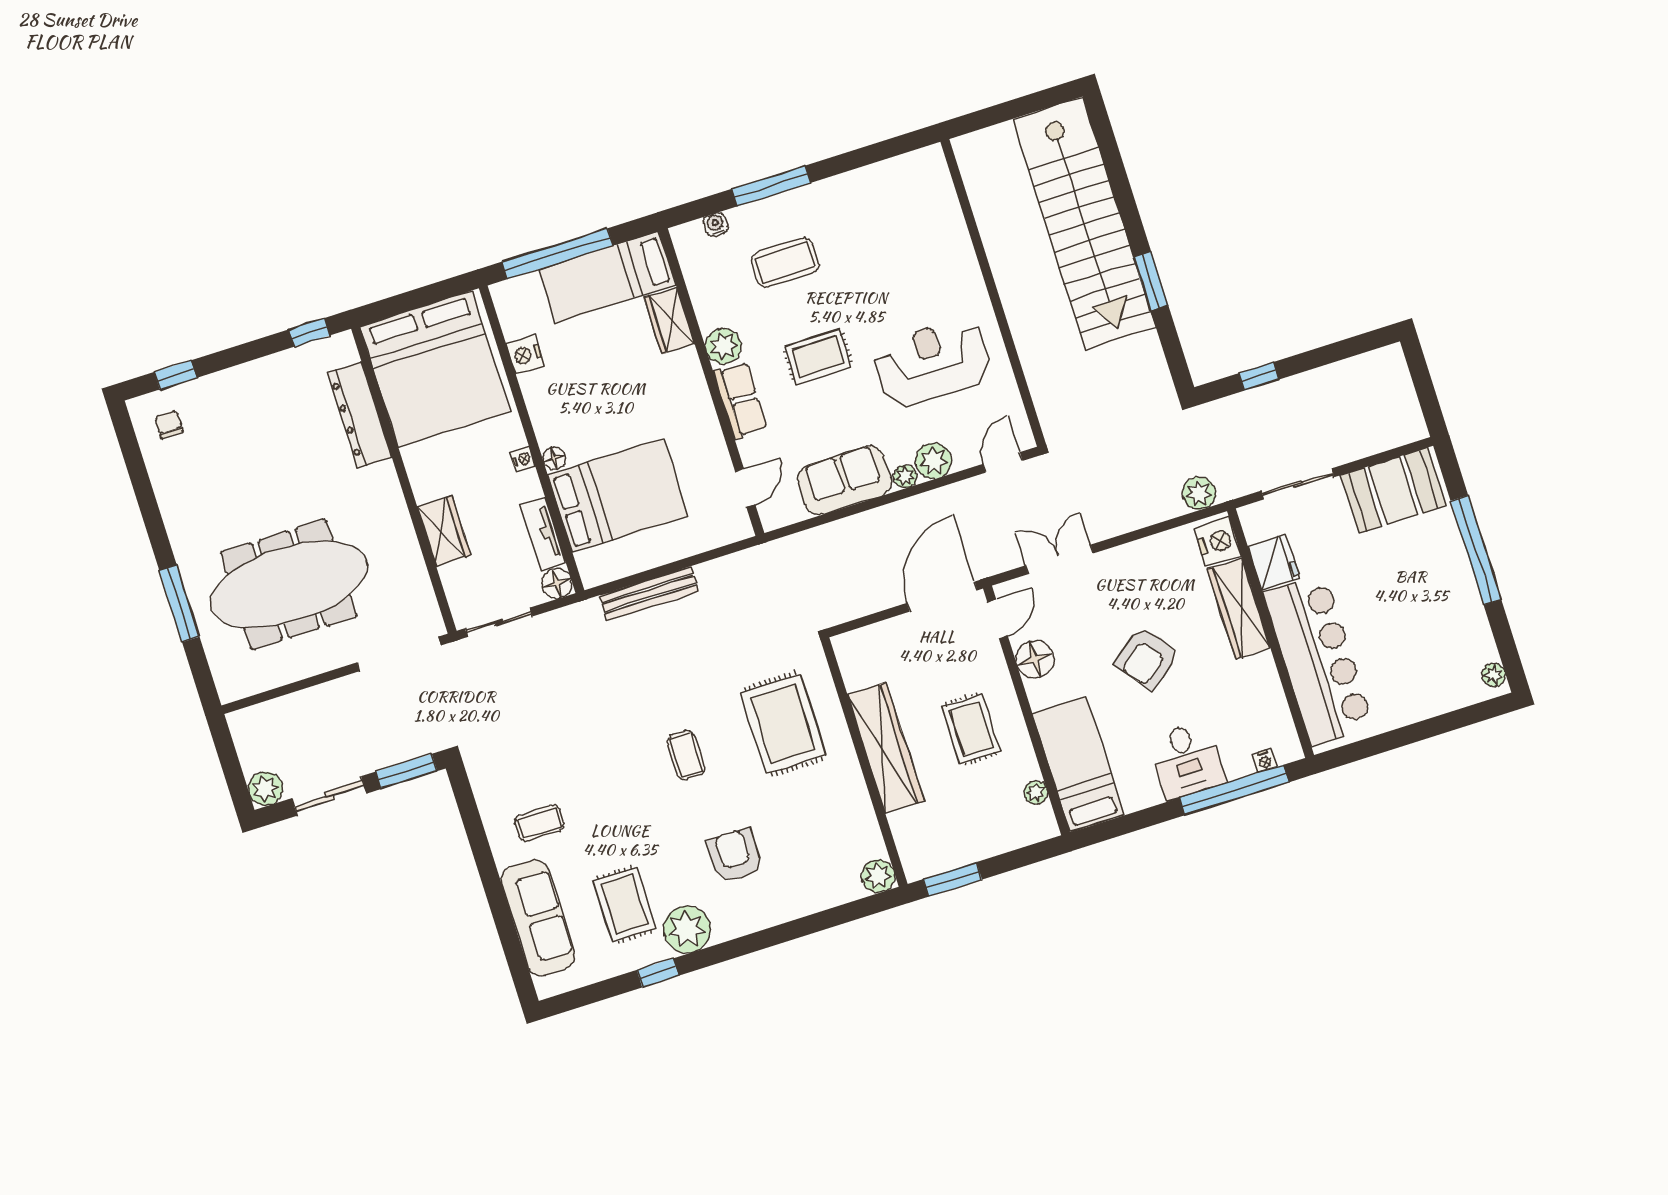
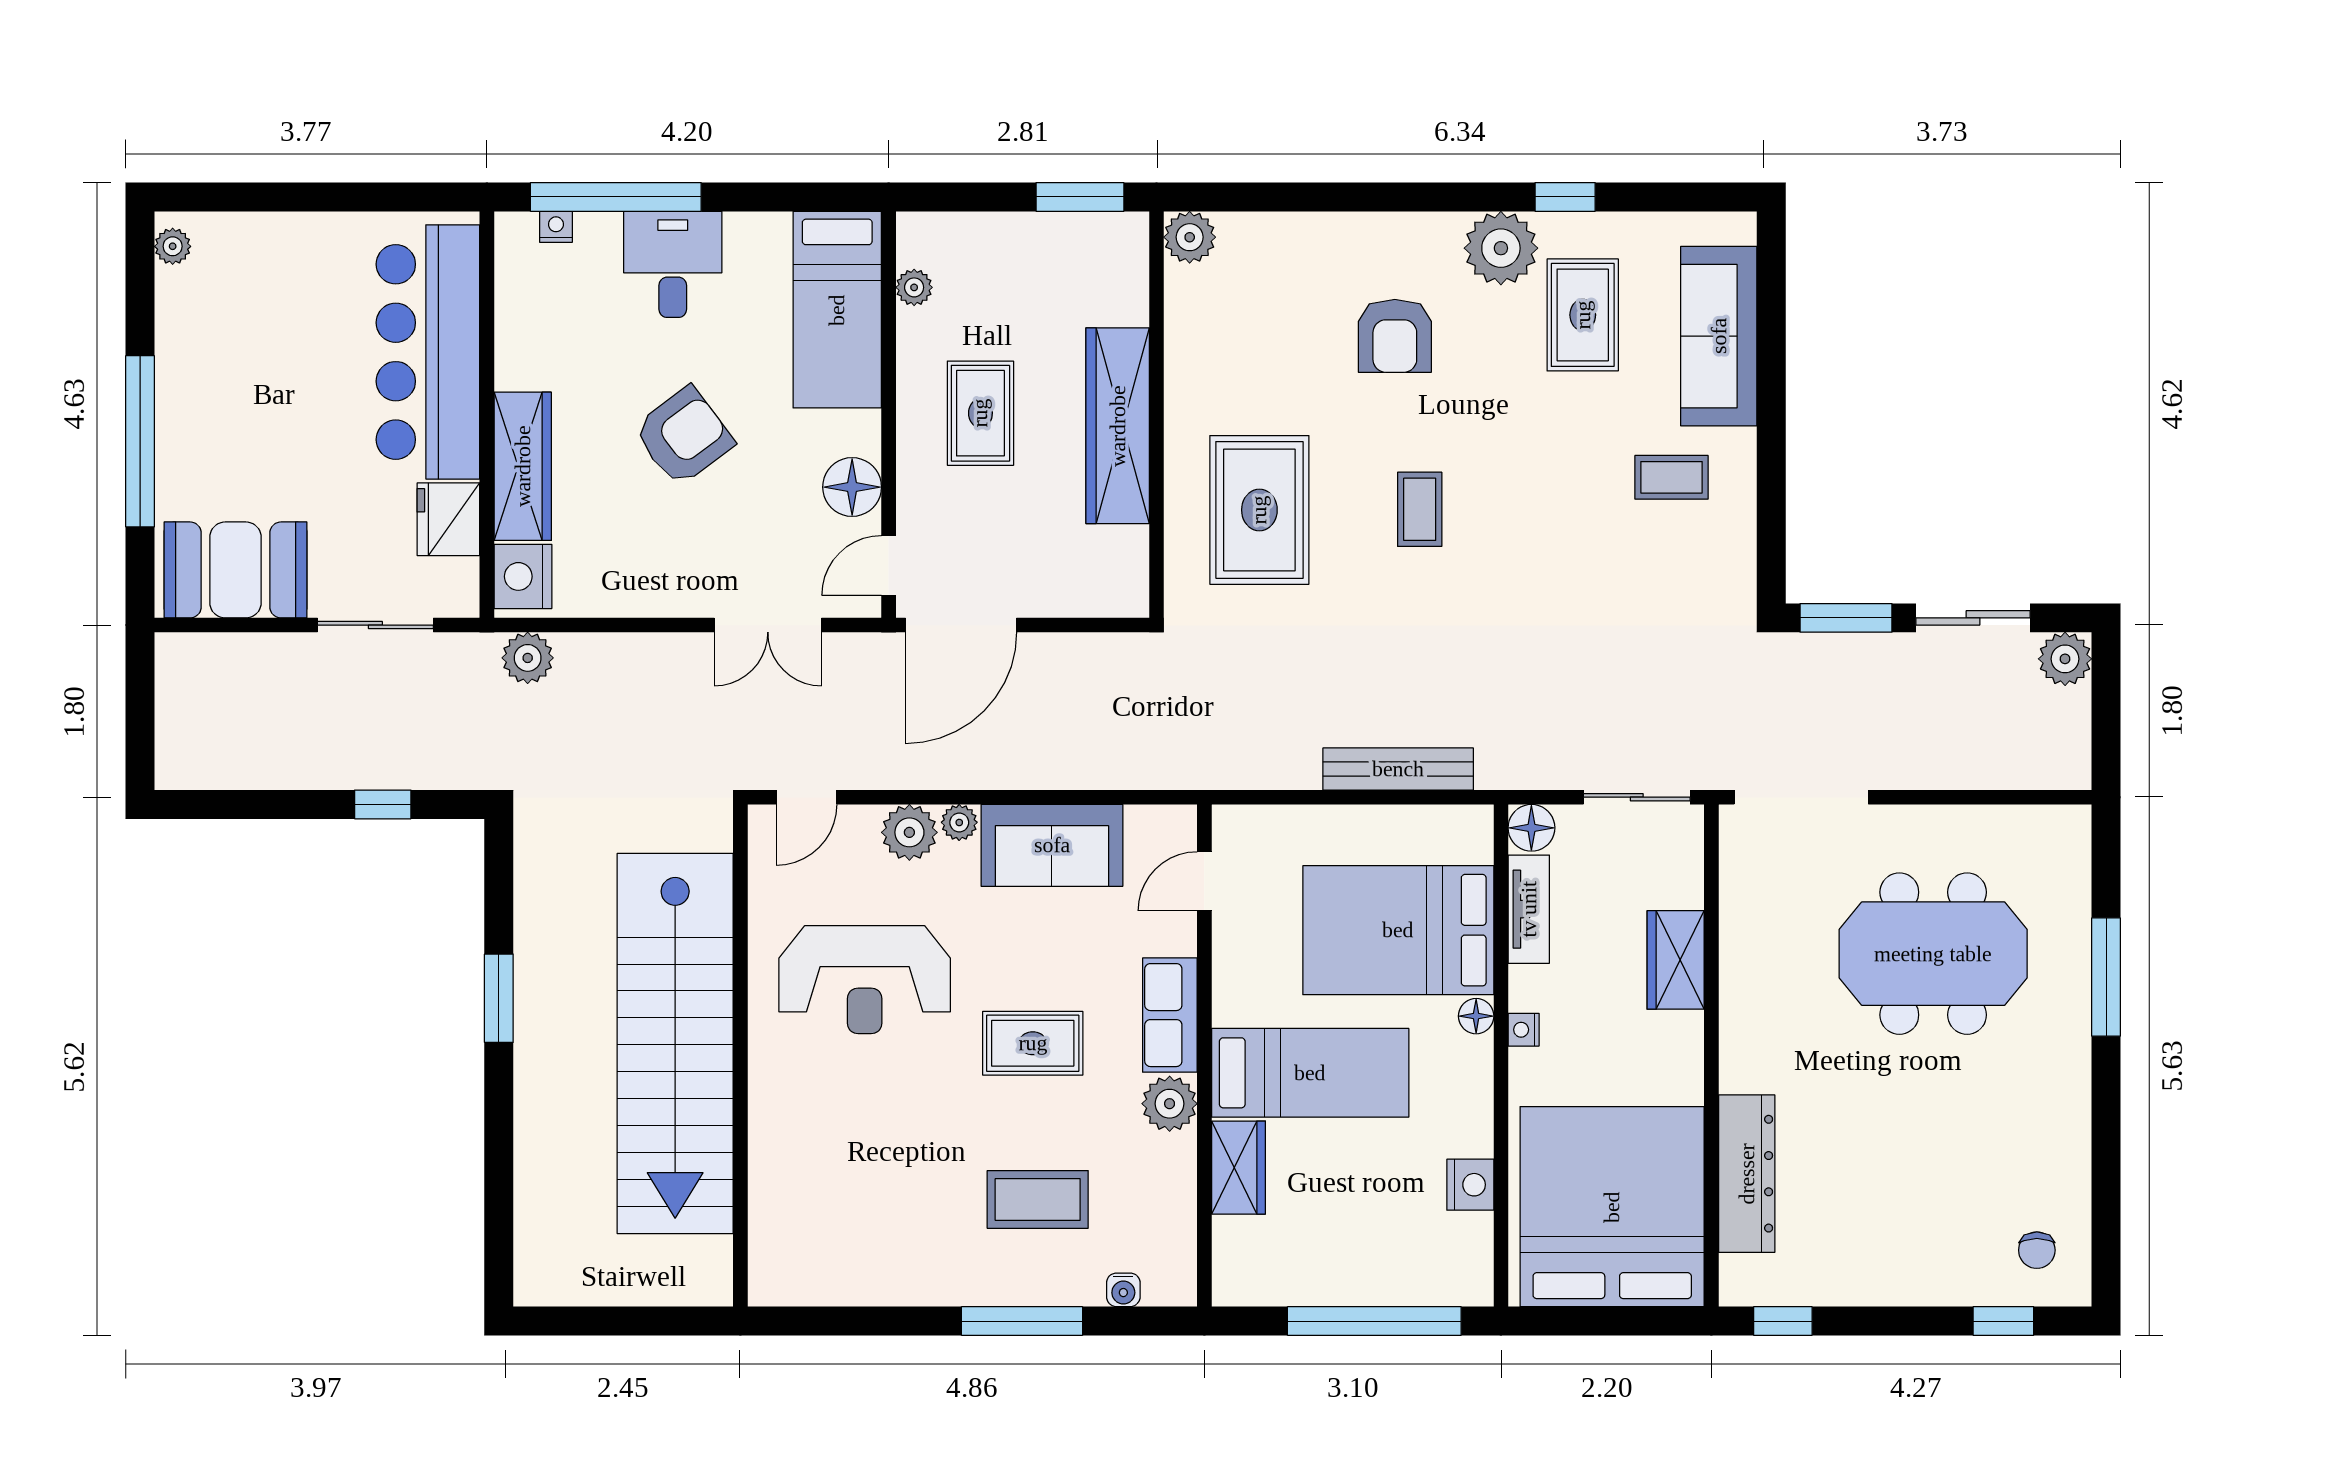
stairs: (1084, 223) -> (675, 1043), moved, turned 180
bed: (608, 277) -> (1310, 1073), moved
meeting table: (289, 584) -> (1933, 954), width x0.73

